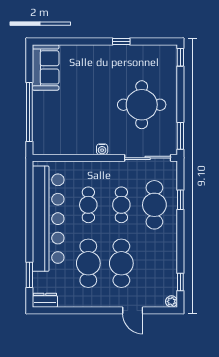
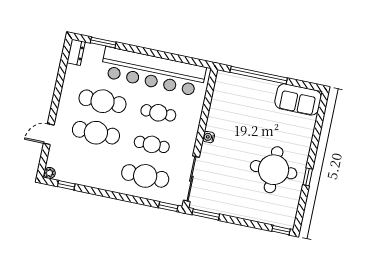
round table: (142, 105) -> (274, 170), moved
window: (180, 200) -> (168, 207), moved

